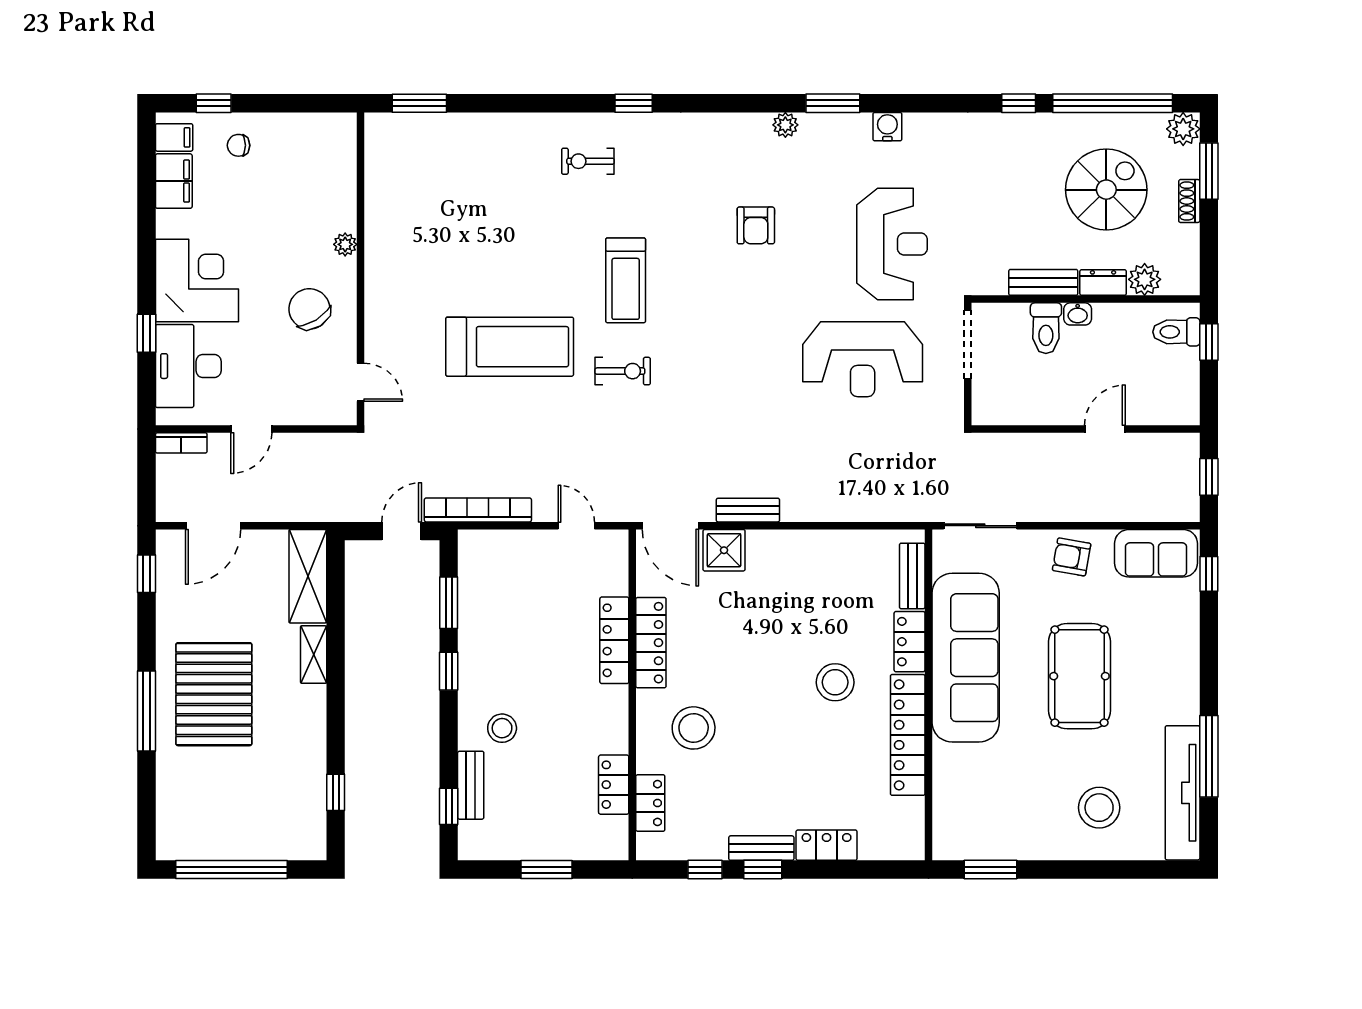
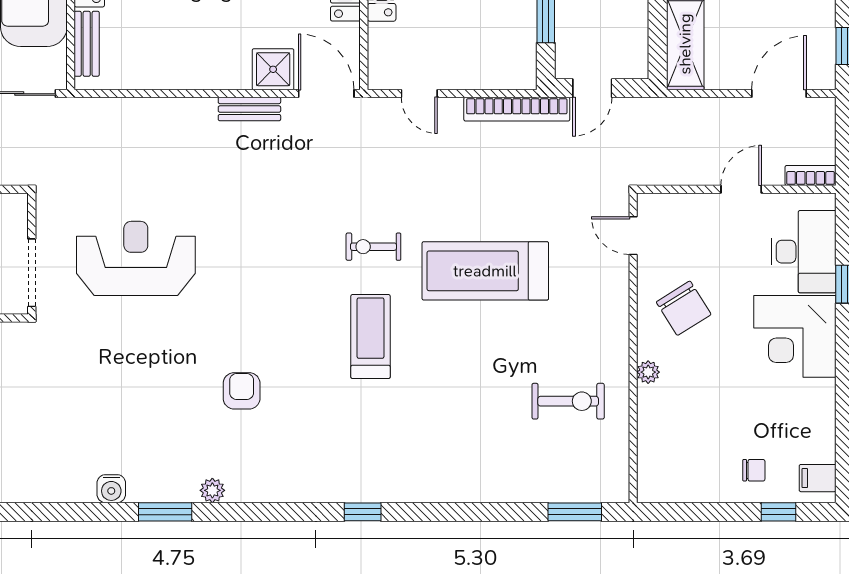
exercise bike: (588, 161) -> (568, 401), moved, width x1.38, depth x1.39
filing cabinet: (174, 181) -> (818, 435), removed
reception desk: (892, 244) -> (107, 372), removed

